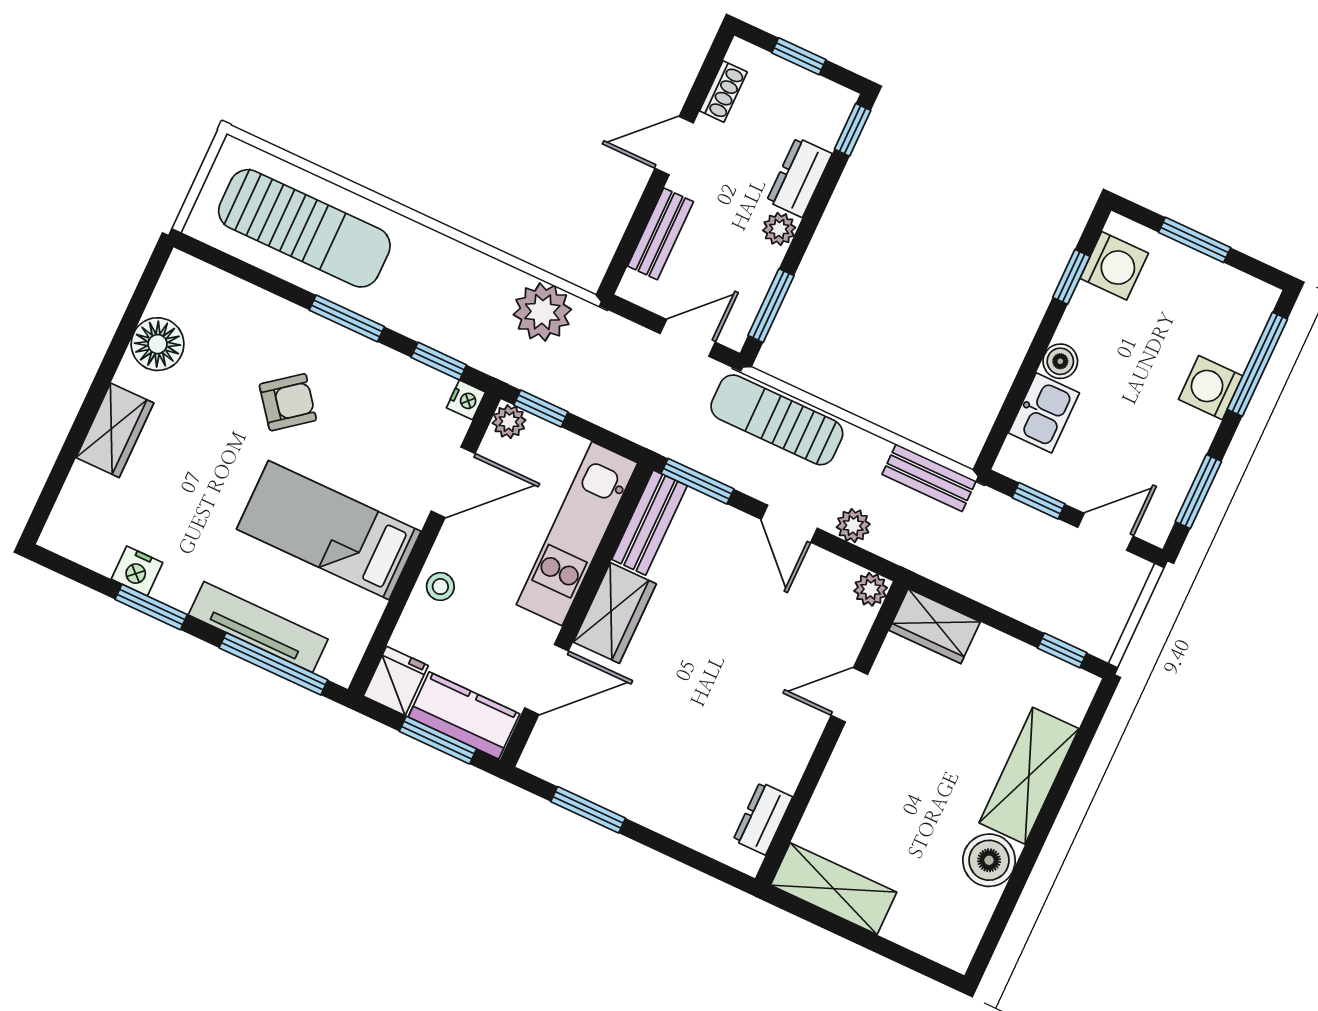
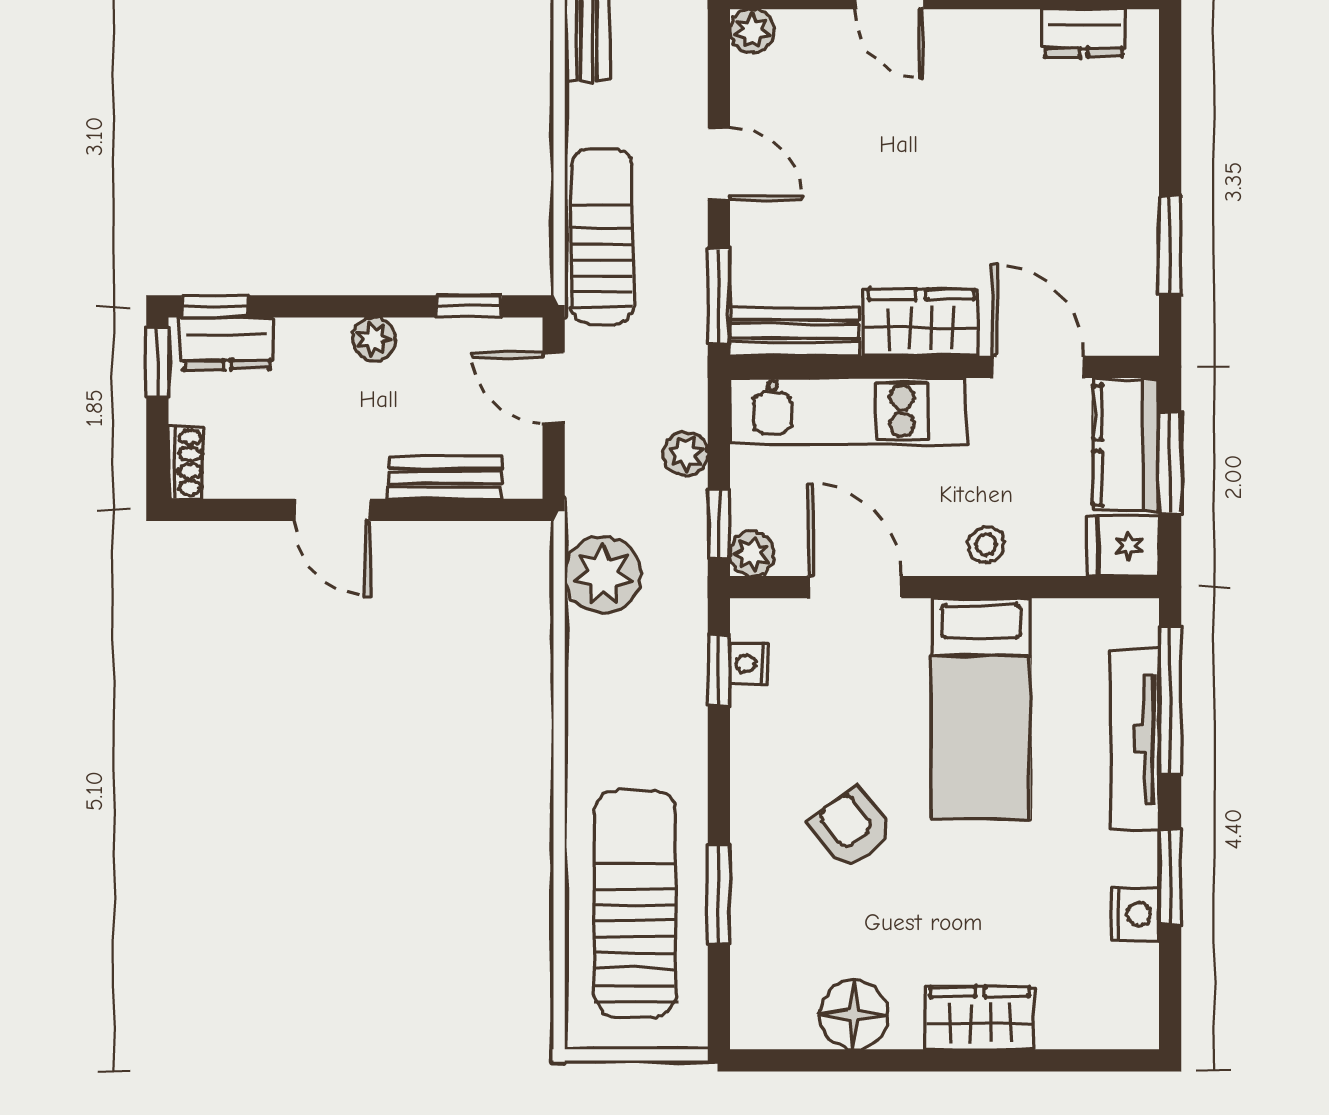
window: (799, 56) -> (157, 363), moved
shoe rack: (723, 91) -> (186, 463), moved, turned 90
dresser: (799, 177) -> (227, 343), moved
window: (771, 306) -> (469, 306), width x0.67
window: (347, 318) -> (719, 894), moved
nightstand: (466, 400) -> (749, 664), moved, turned -90
sun lounger: (777, 420) -> (602, 236), turned 180
door: (789, 524) -> (719, 164), hinge flipped
plant: (853, 526) -> (686, 453), moved

